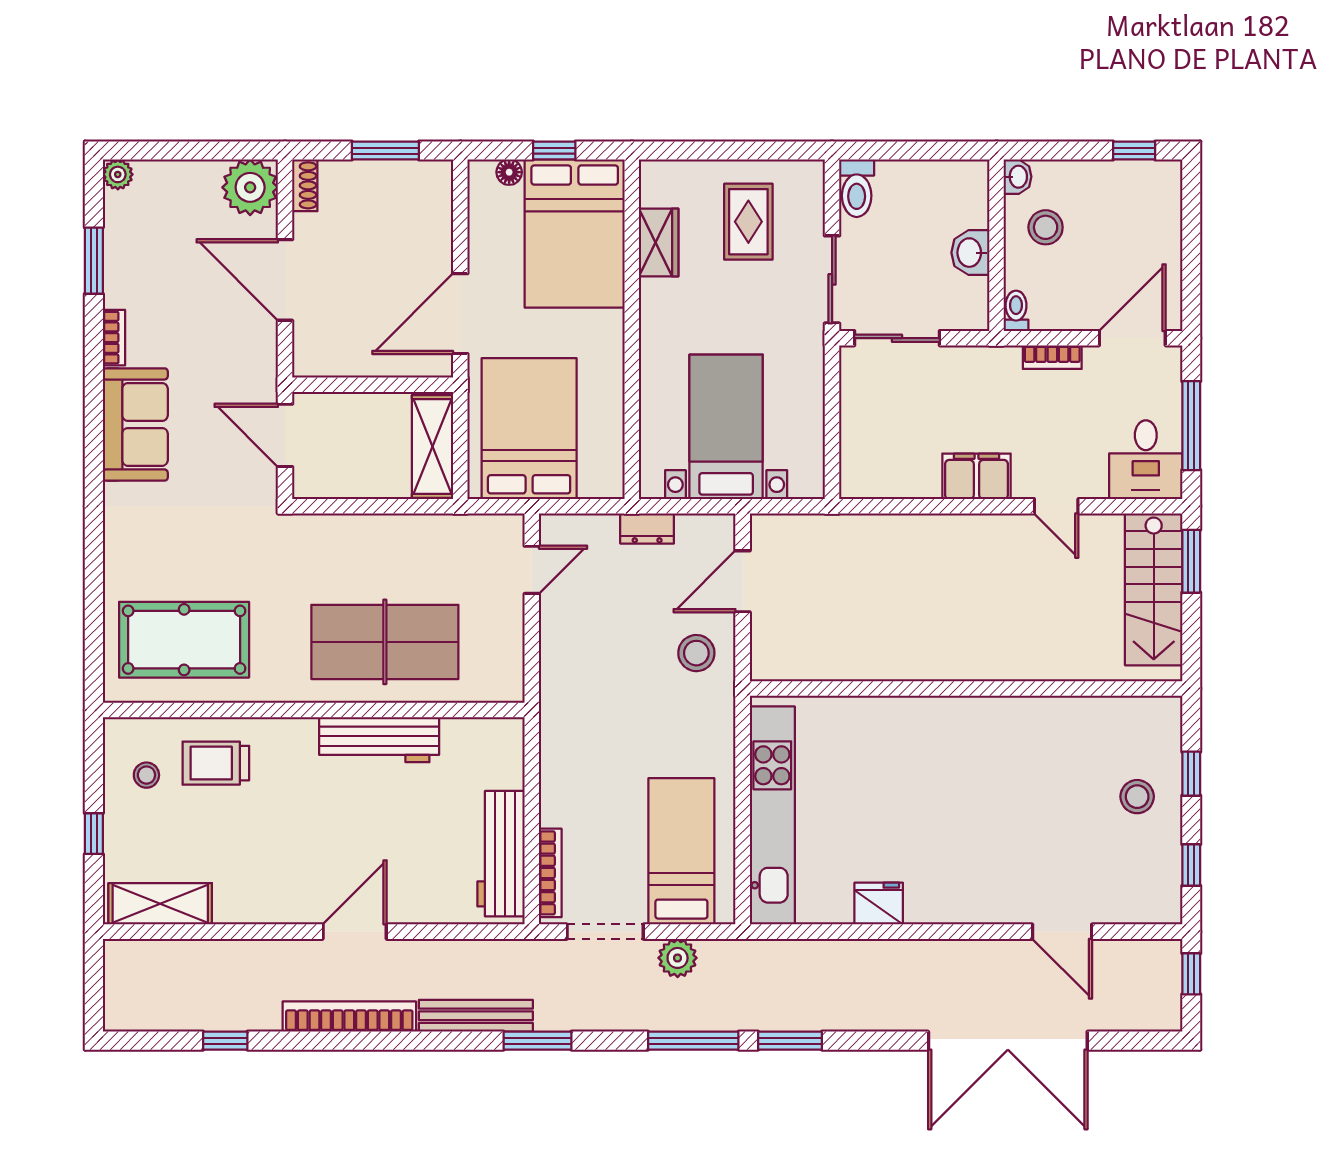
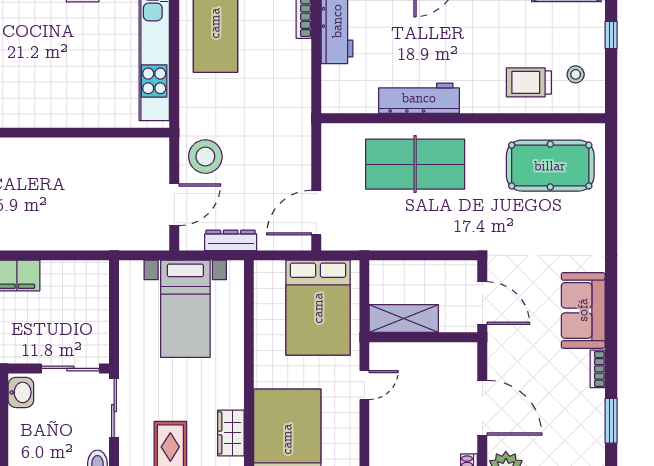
washbasin: (970, 253) -> (21, 392), moved
door: (460, 314) -> (364, 385), width x0.53
shelving: (433, 446) -> (404, 319), moved, turned 90
dresser: (647, 528) -> (231, 240), width x1.44
door: (532, 570) -> (316, 213), width x1.38
stool: (696, 653) -> (205, 157), width x1.38, depth x1.38
trolley: (216, 763) -> (529, 82), turned 180

